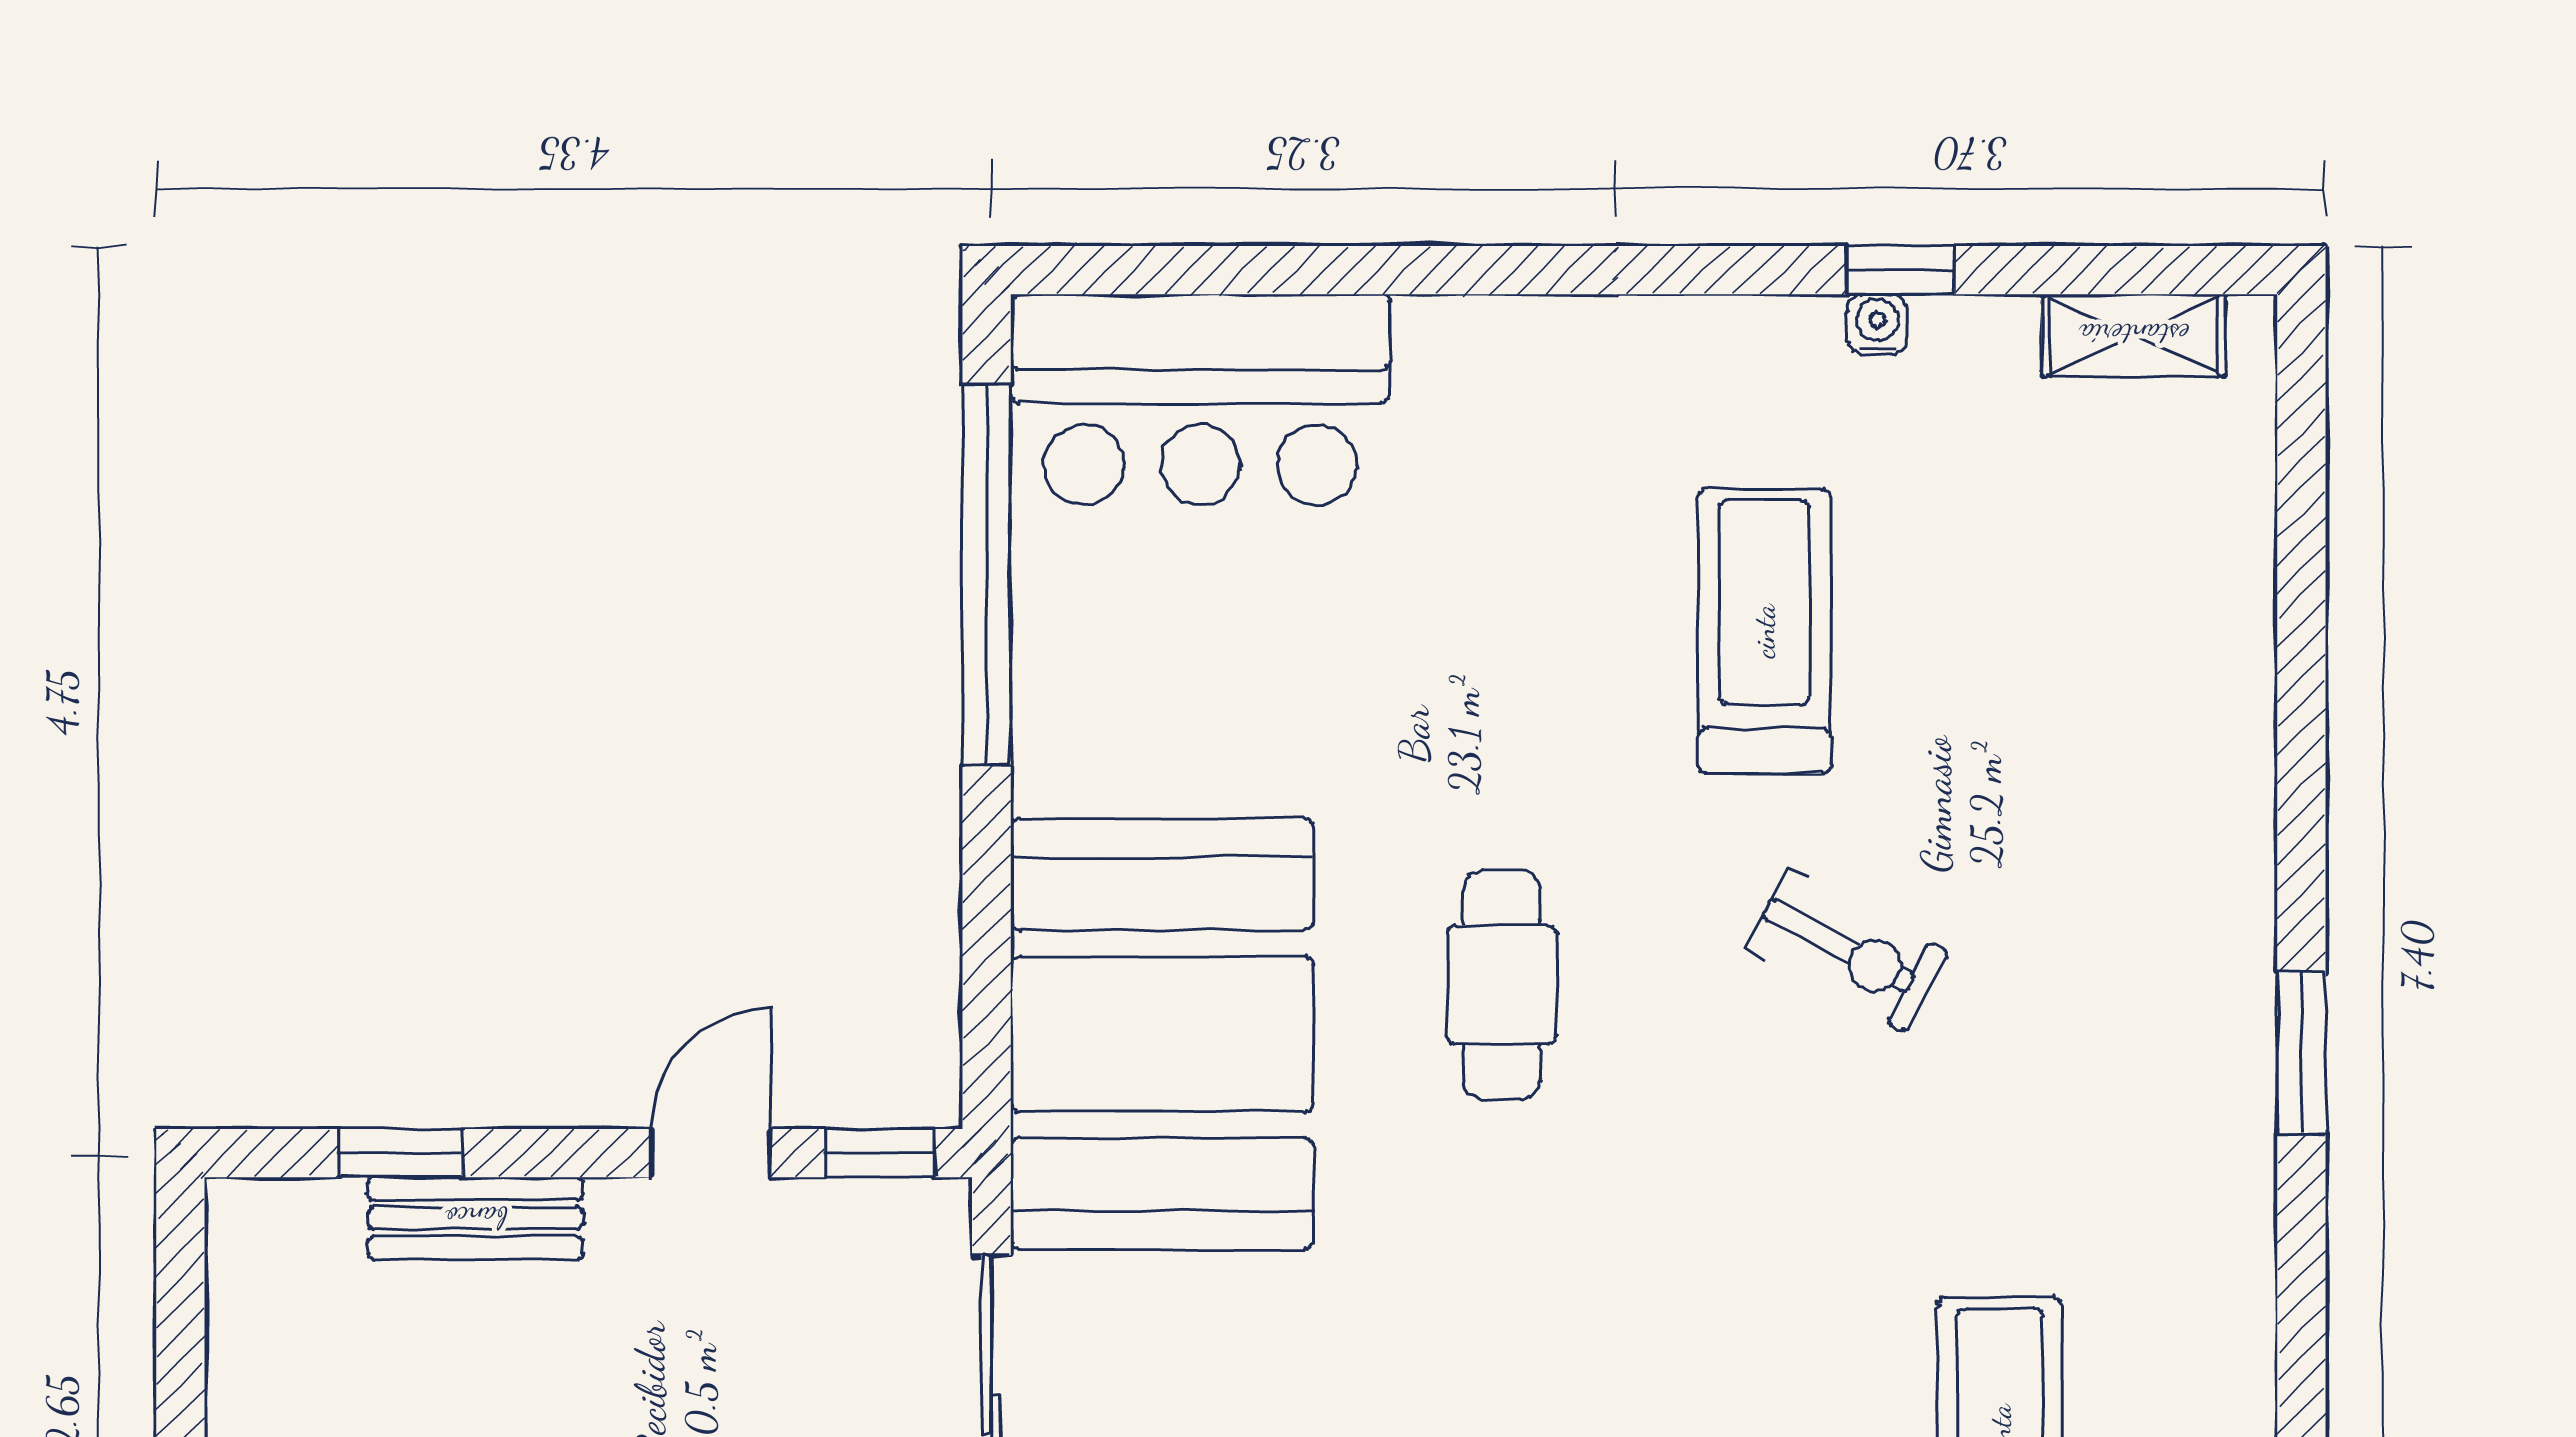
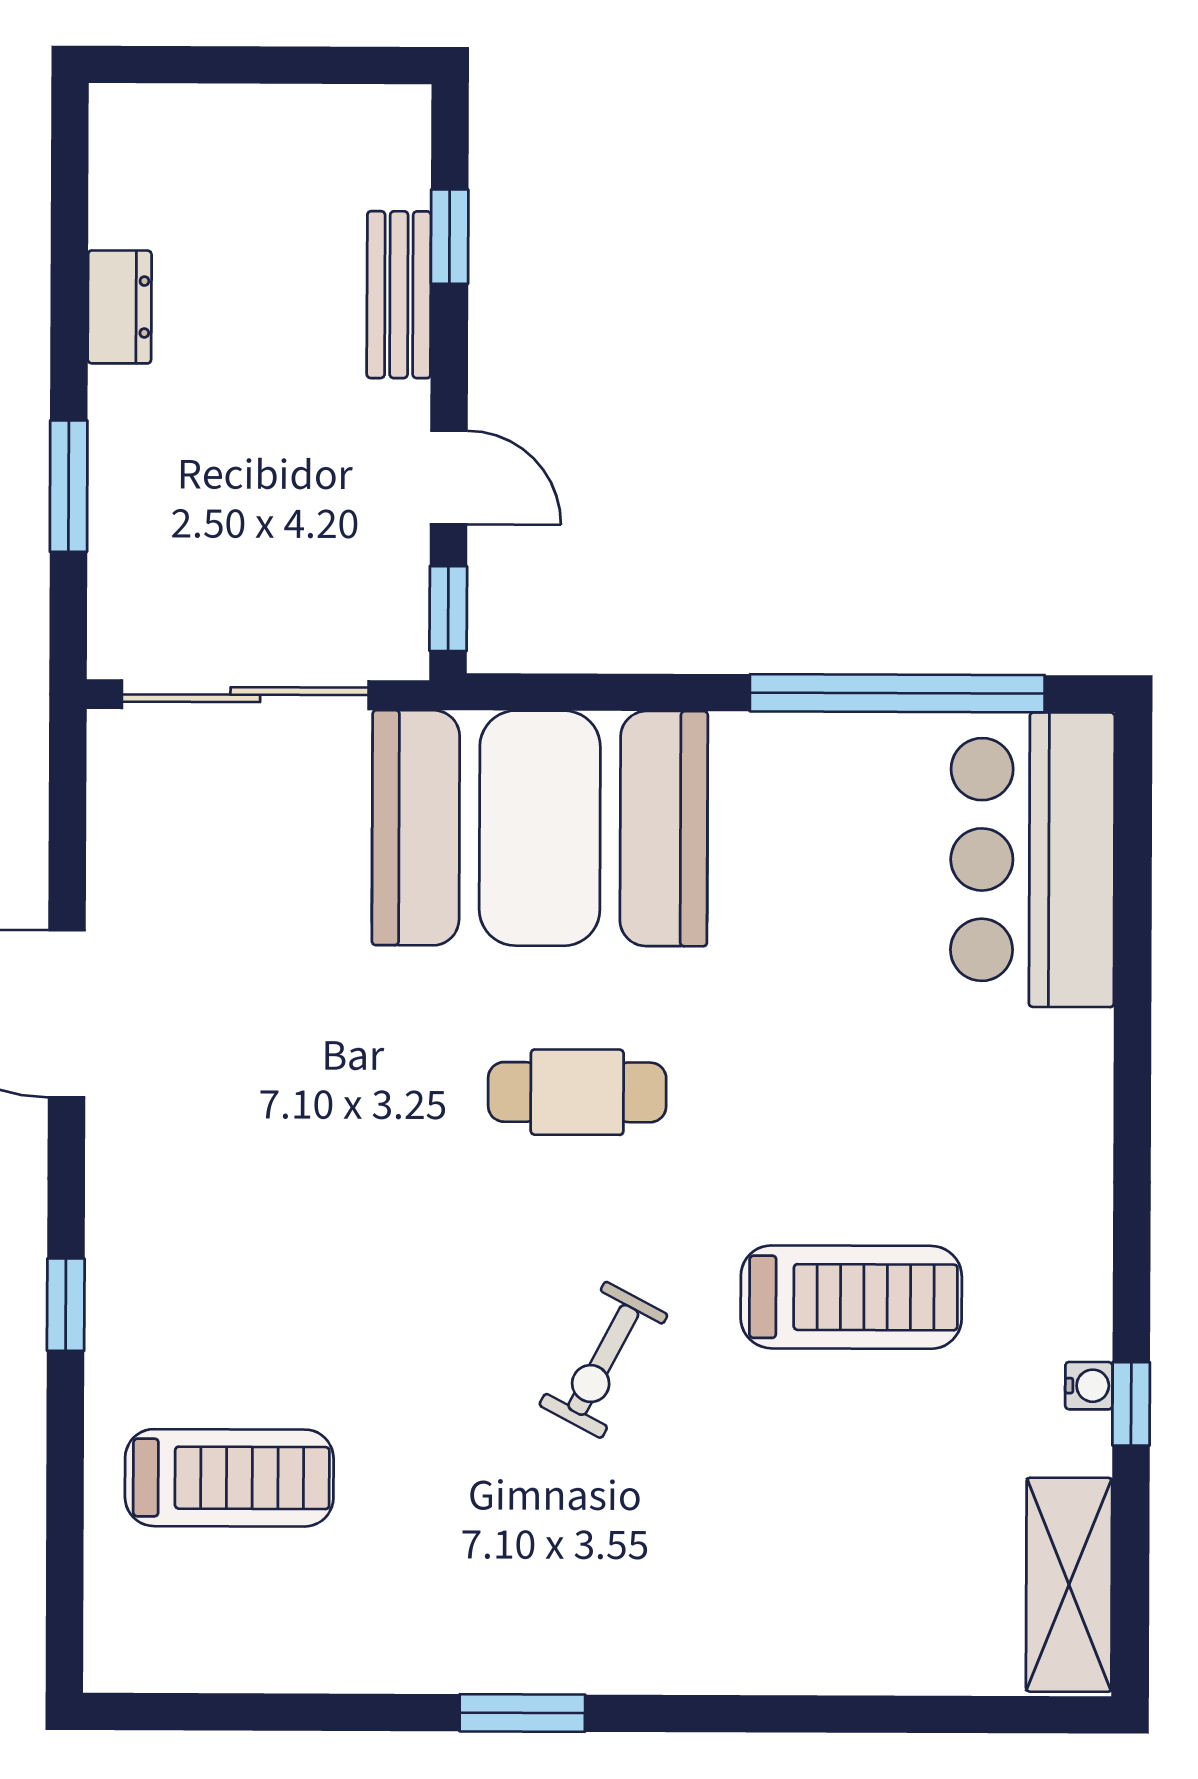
shelving: (2134, 335) -> (1069, 1585), width x1.50, depth x1.33

